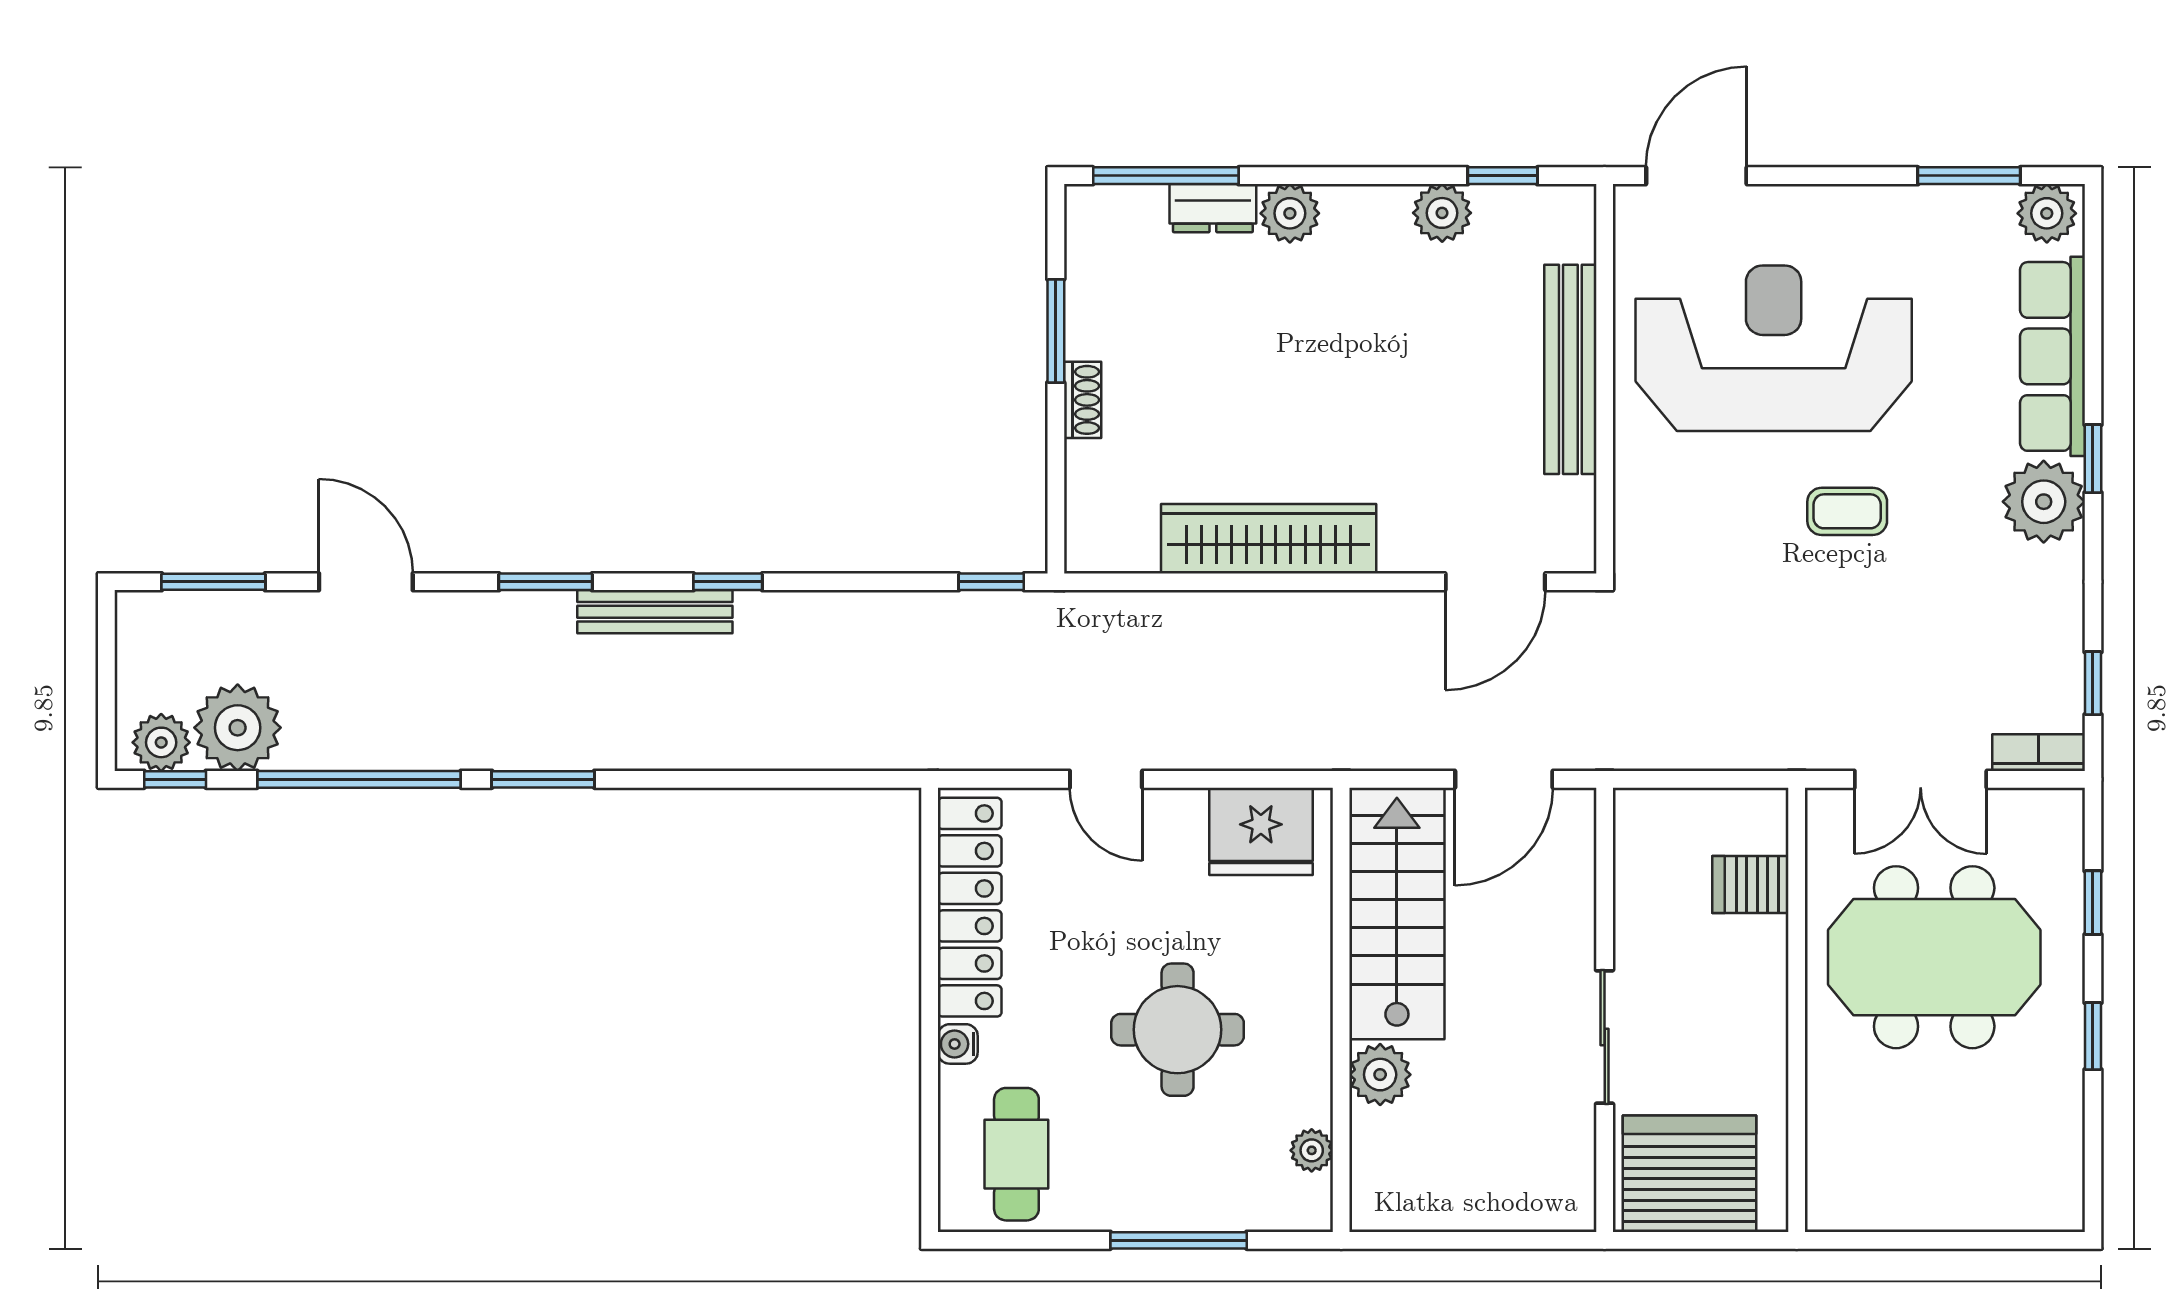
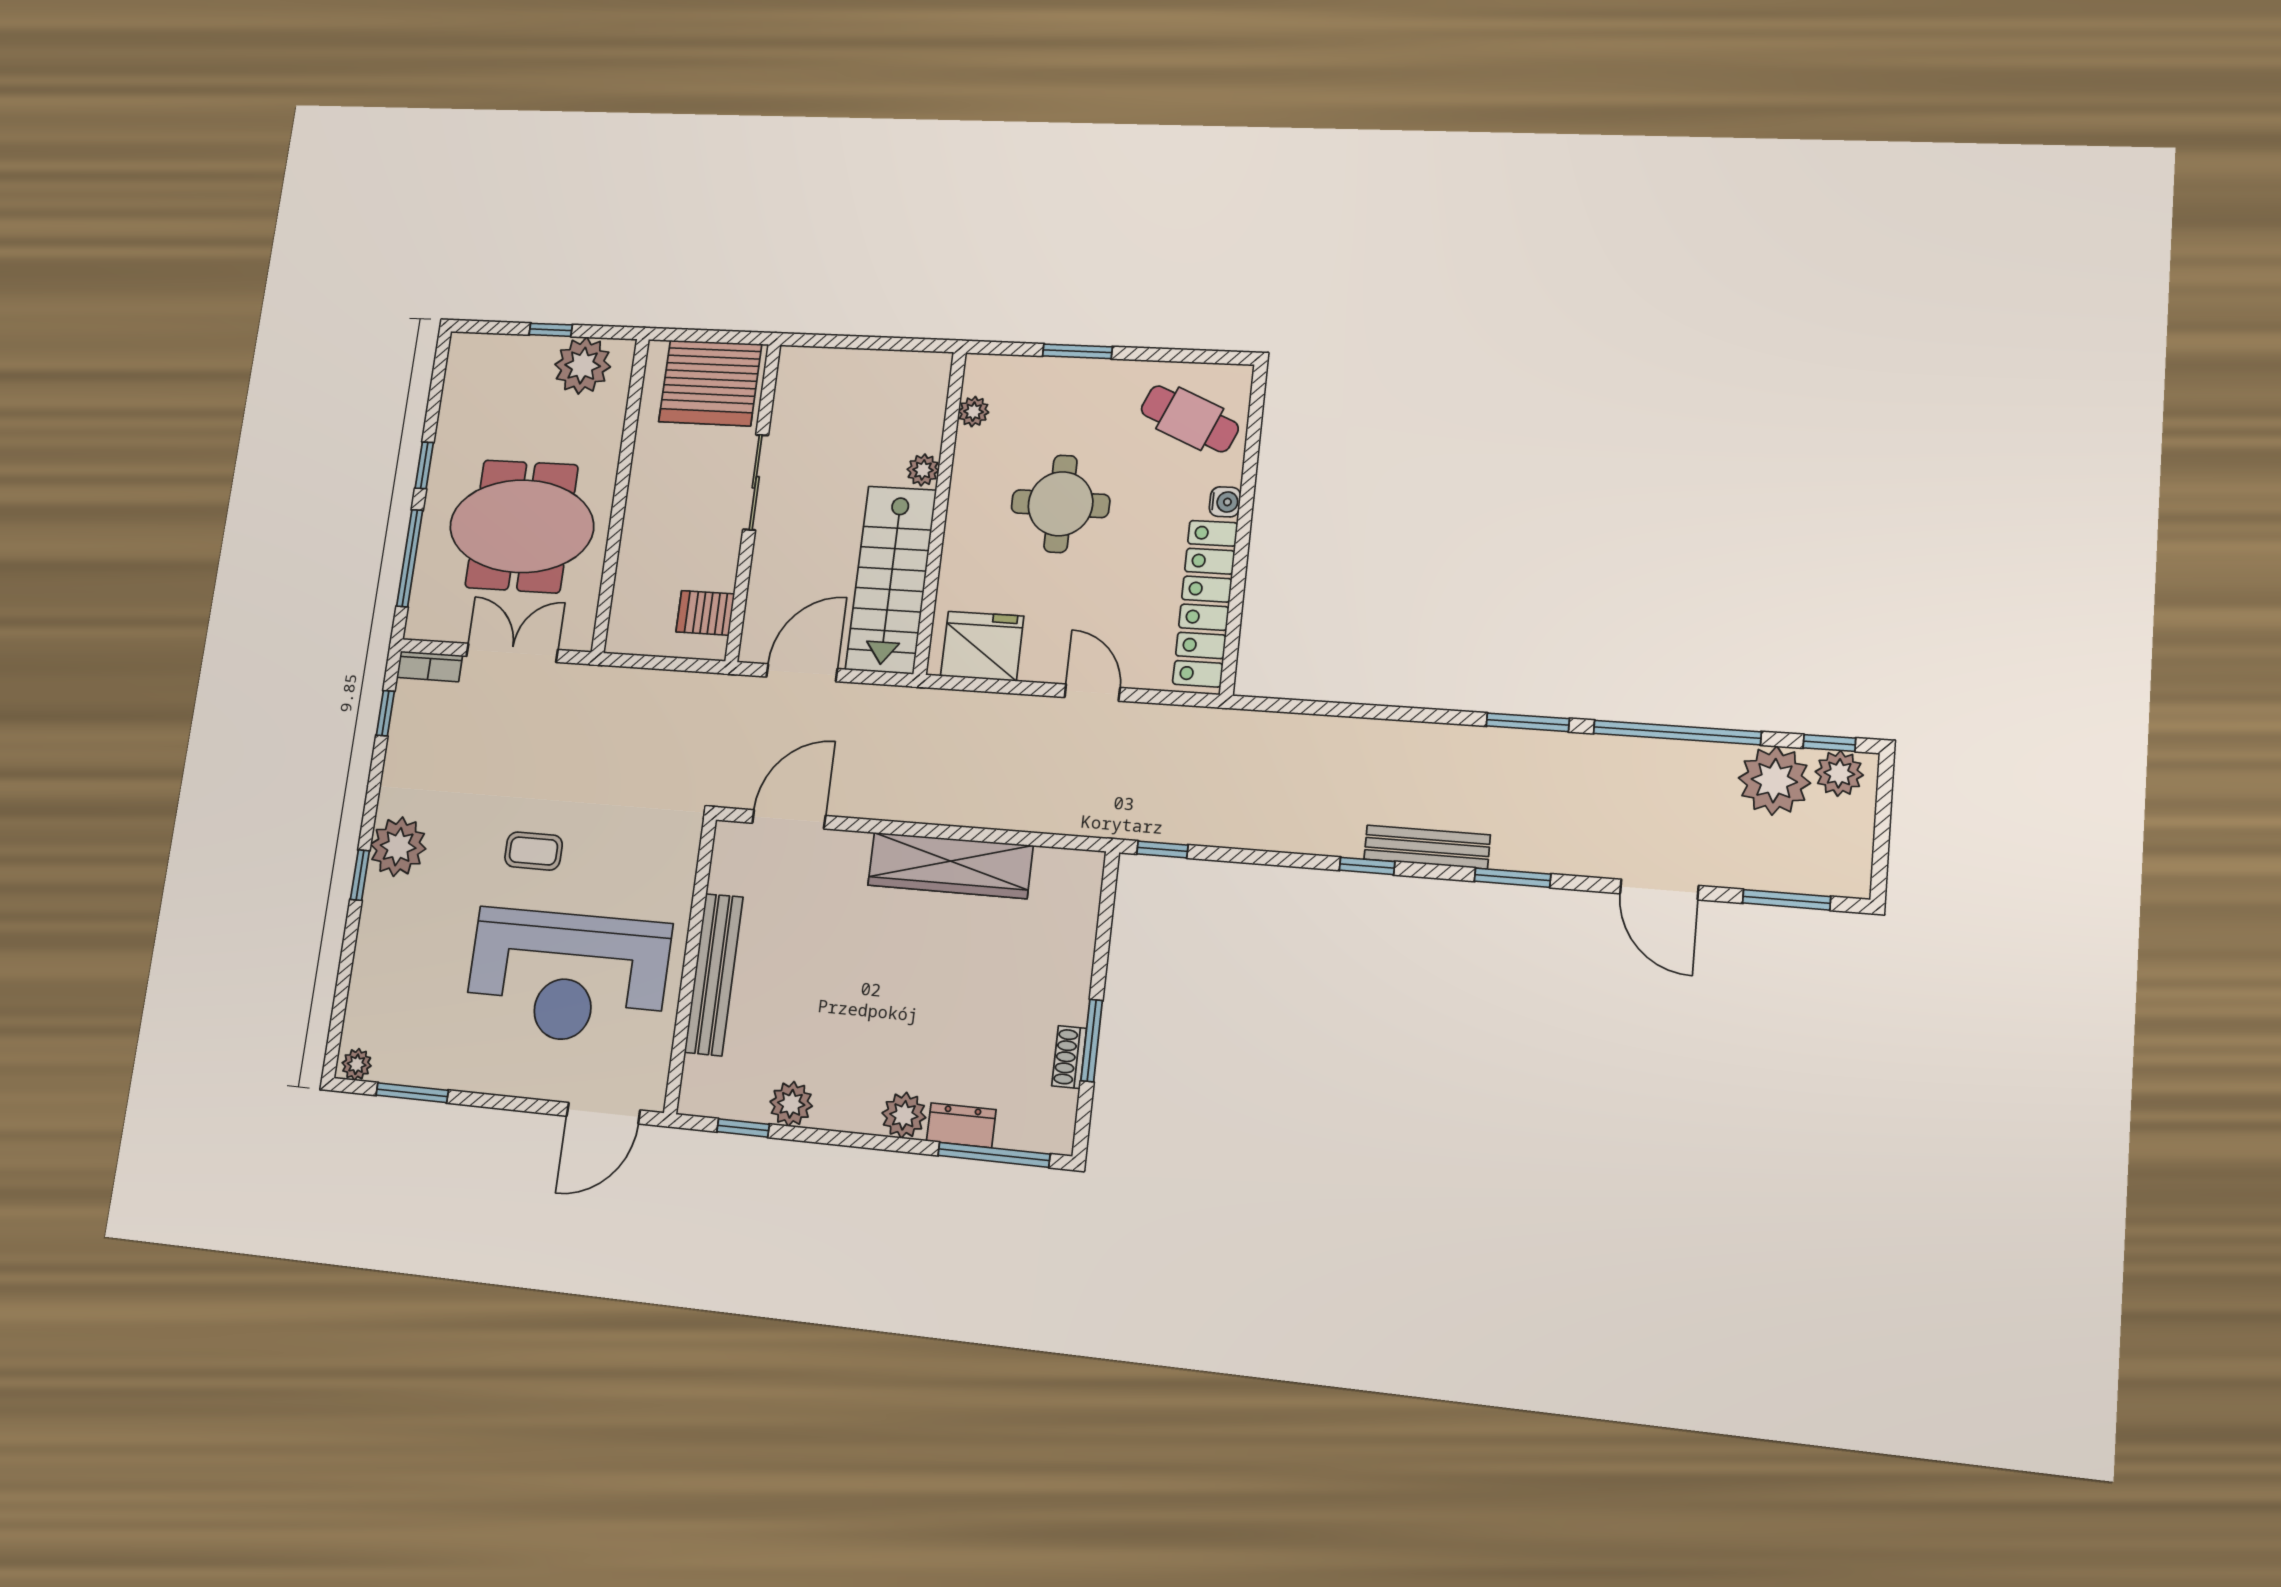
plant: (2047, 213) -> (357, 1064), width x0.73, depth x0.73
row of seats: (2052, 356) -> (376, 952), removed
shoe rack: (1083, 400) -> (1069, 1057), moved
server rack: (1750, 884) -> (705, 613), moved, turned 180
window: (2093, 903) -> (410, 558), width x2.17
plant: (1380, 1075) -> (923, 470), width x0.73, depth x0.73
cafe table: (1016, 1154) -> (1190, 419), turned -67
plant: (1880, 1191) -> (583, 366), added
window: (1179, 1240) -> (1077, 351), width x0.69
window: (1935, 1240) -> (551, 330), added

